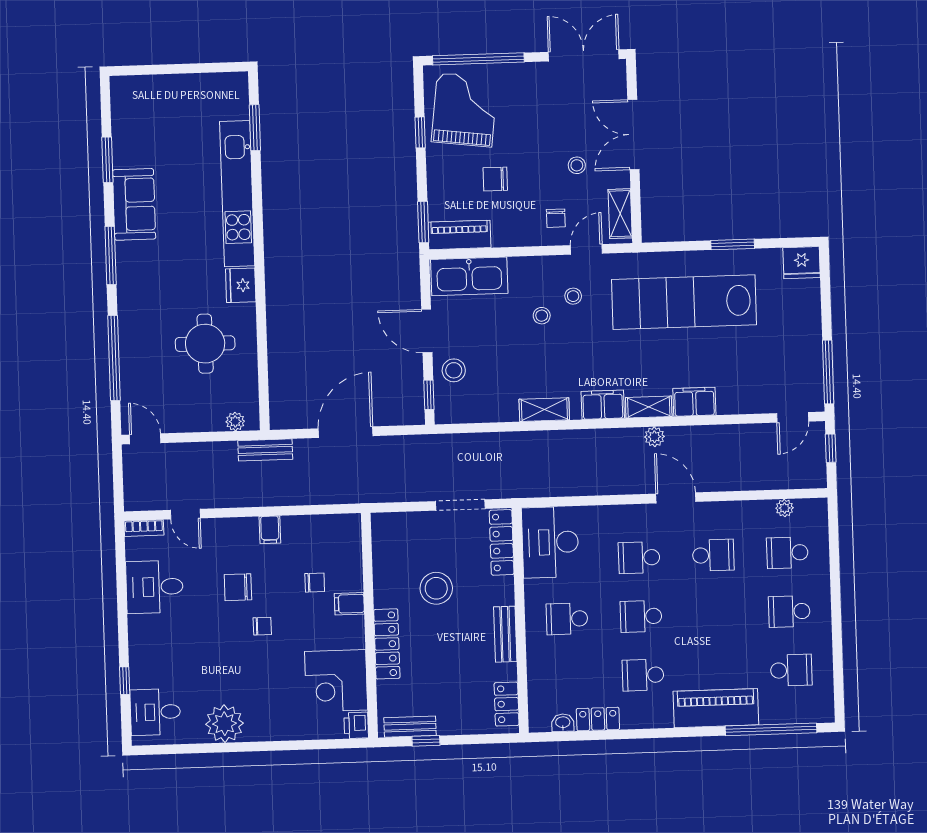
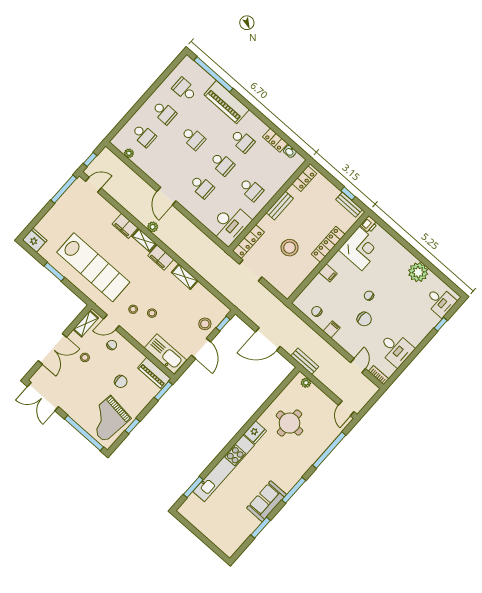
school desk: (713, 555) -> (193, 138), moved, turned 180
chair: (315, 583) -> (317, 311), moved

